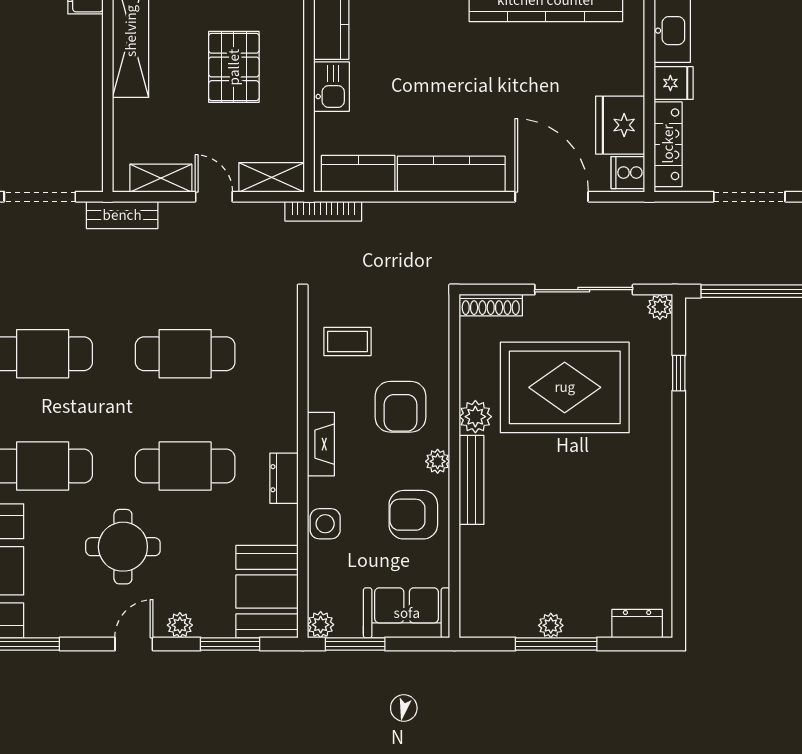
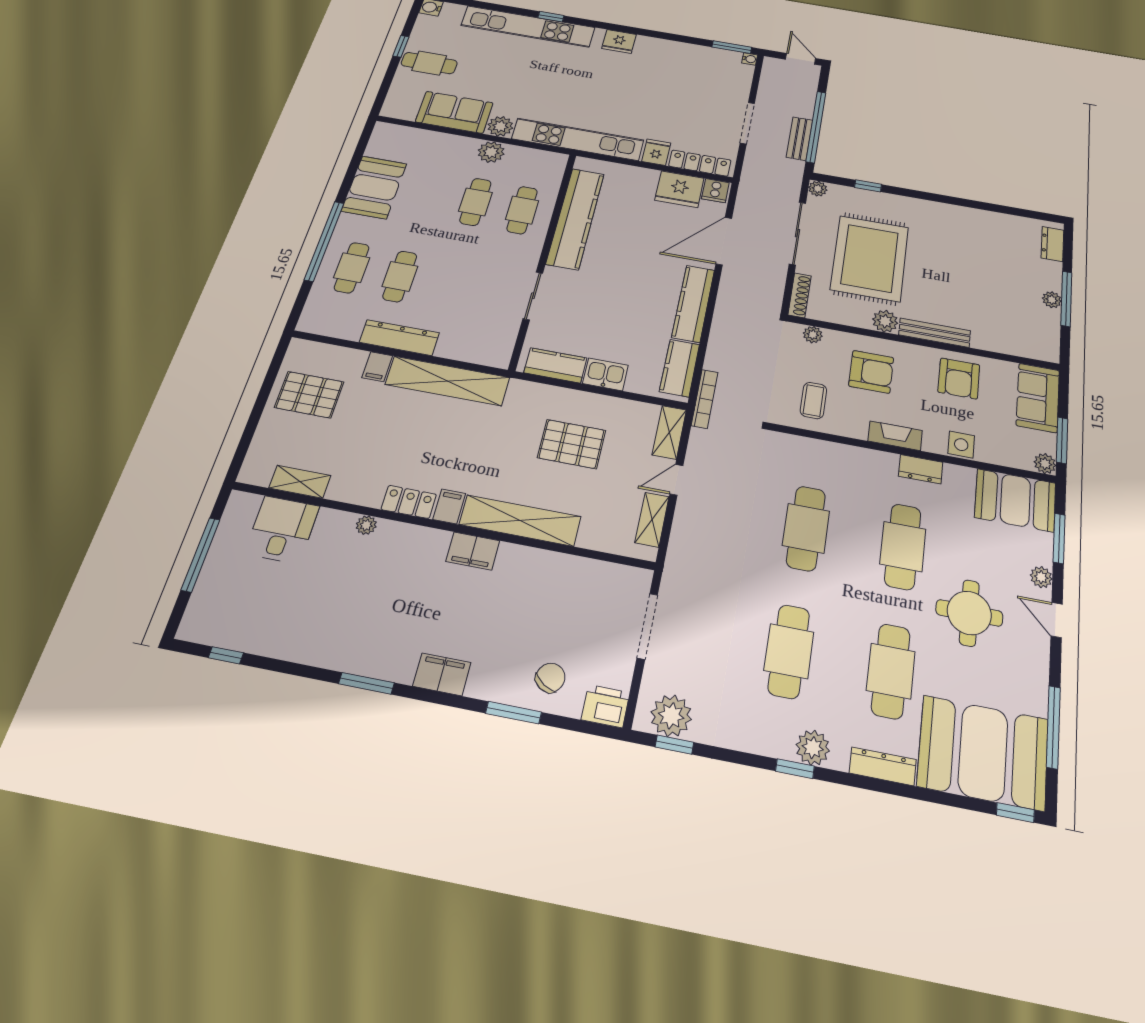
bench: (122, 215) -> (799, 139), moved
plant: (438, 461) -> (813, 335), moved

